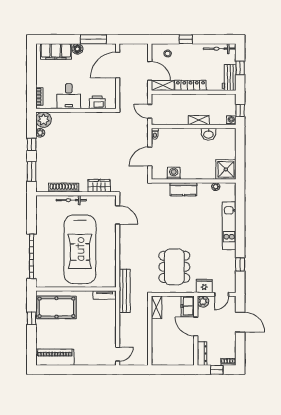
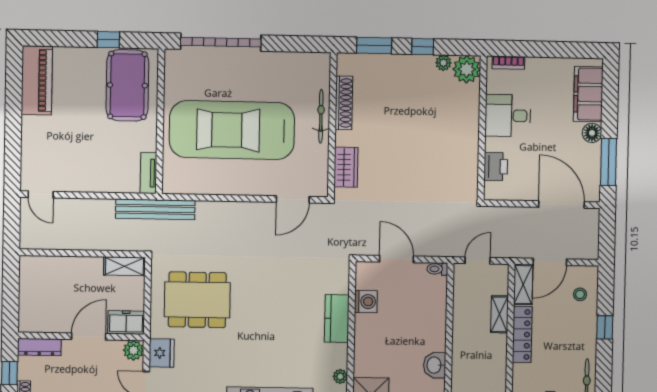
shelving: (199, 120) -> (499, 314), moved

